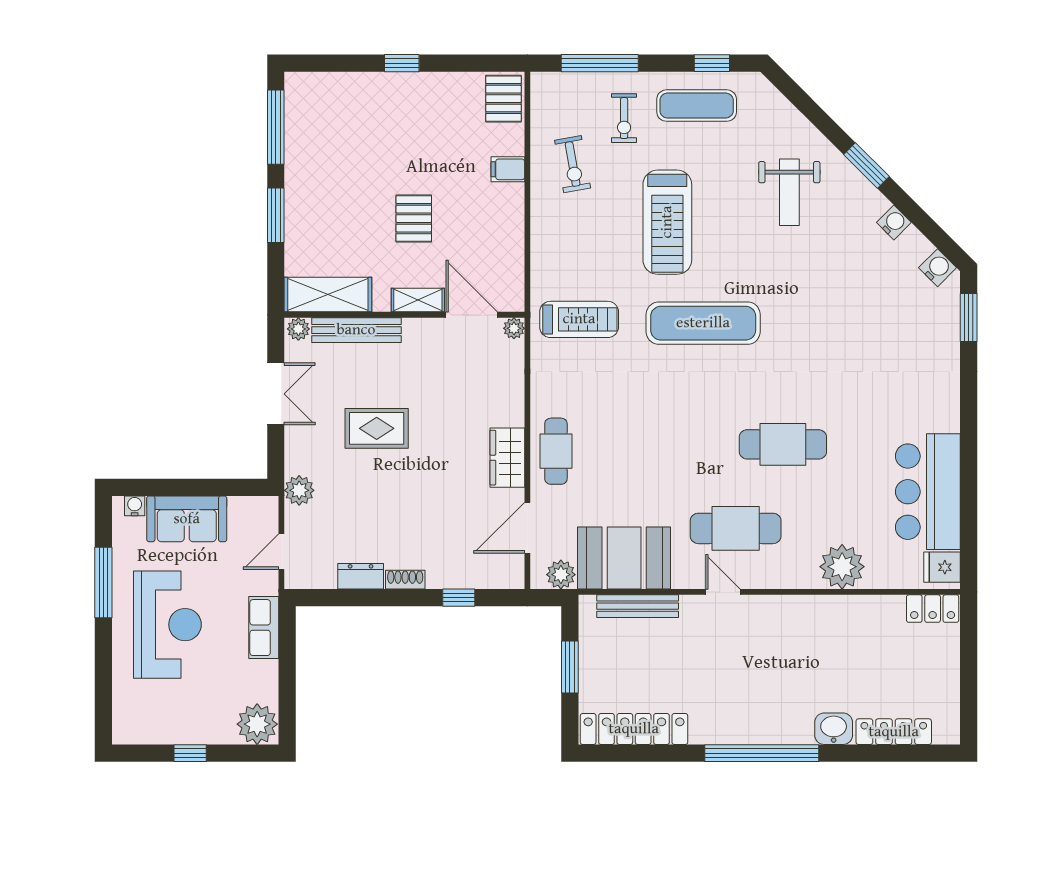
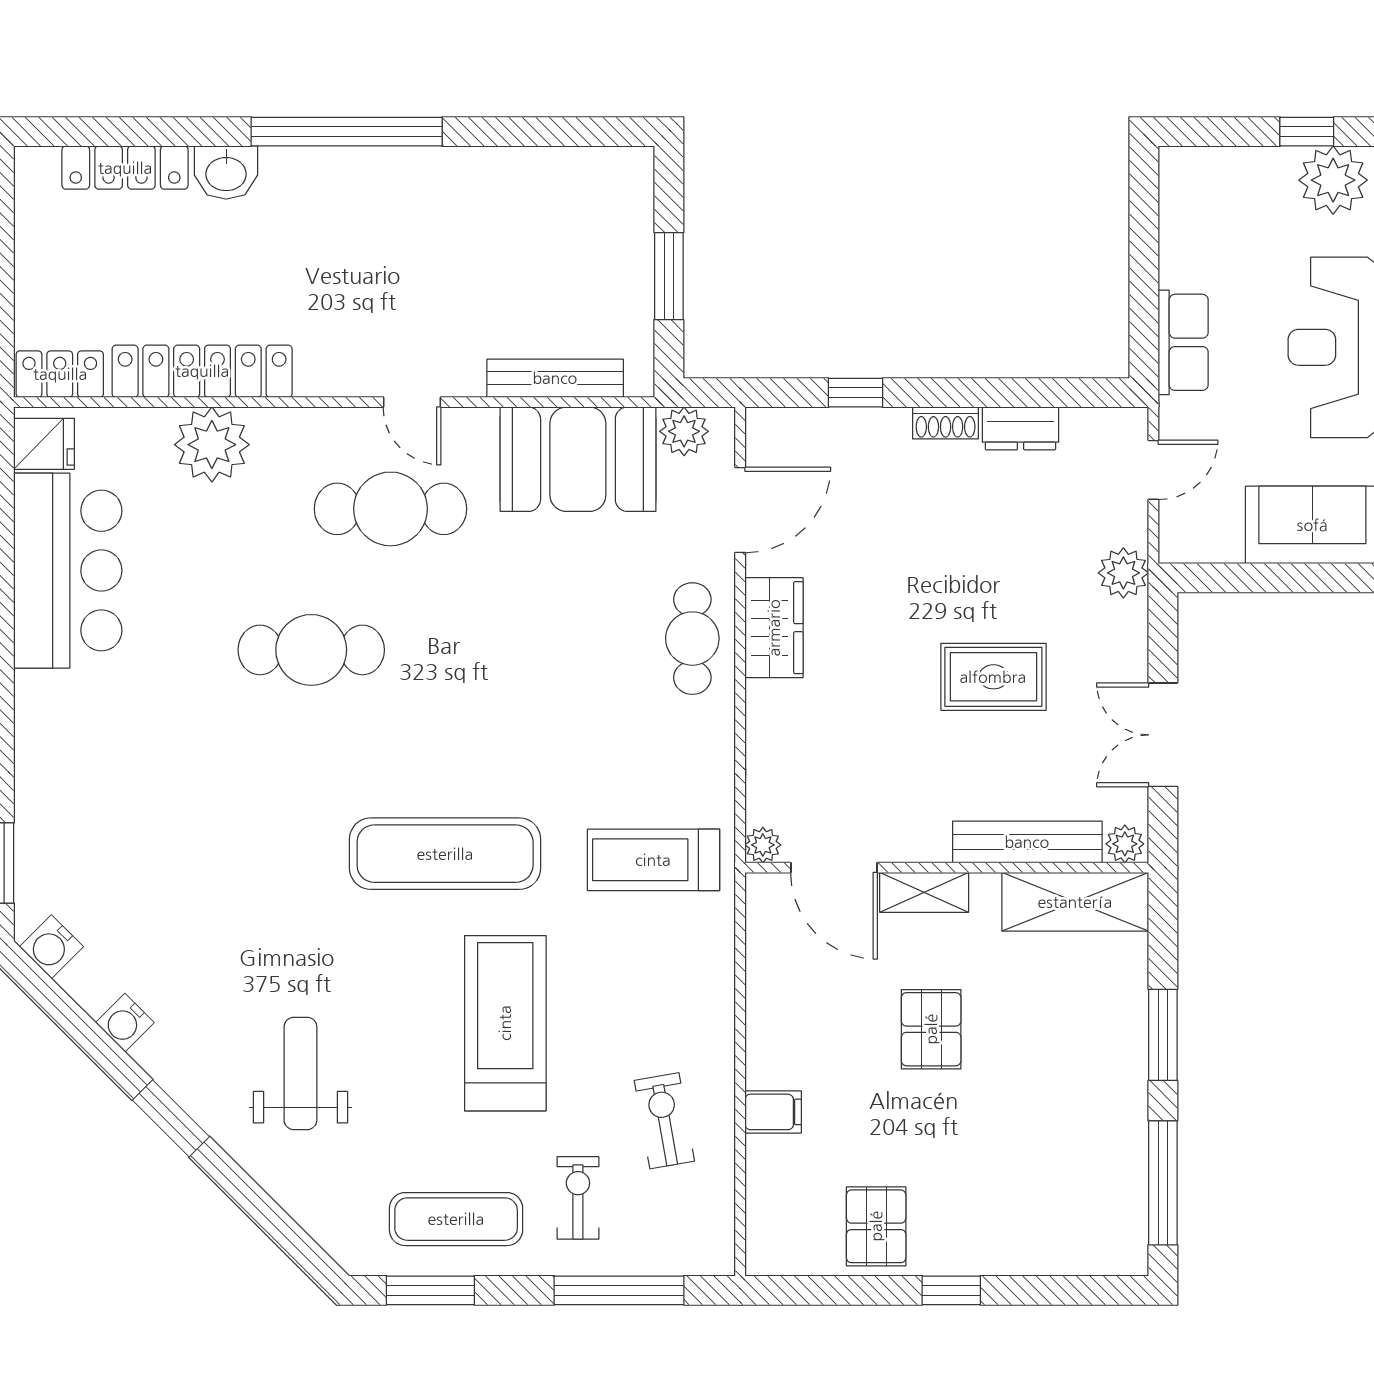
window: (712, 63) -> (430, 1290), width x1.50
pallet: (504, 99) -> (876, 1226), moved
plant: (257, 724) -> (1333, 180), moved
locker: (634, 729) -> (202, 371), moved, turned 180

